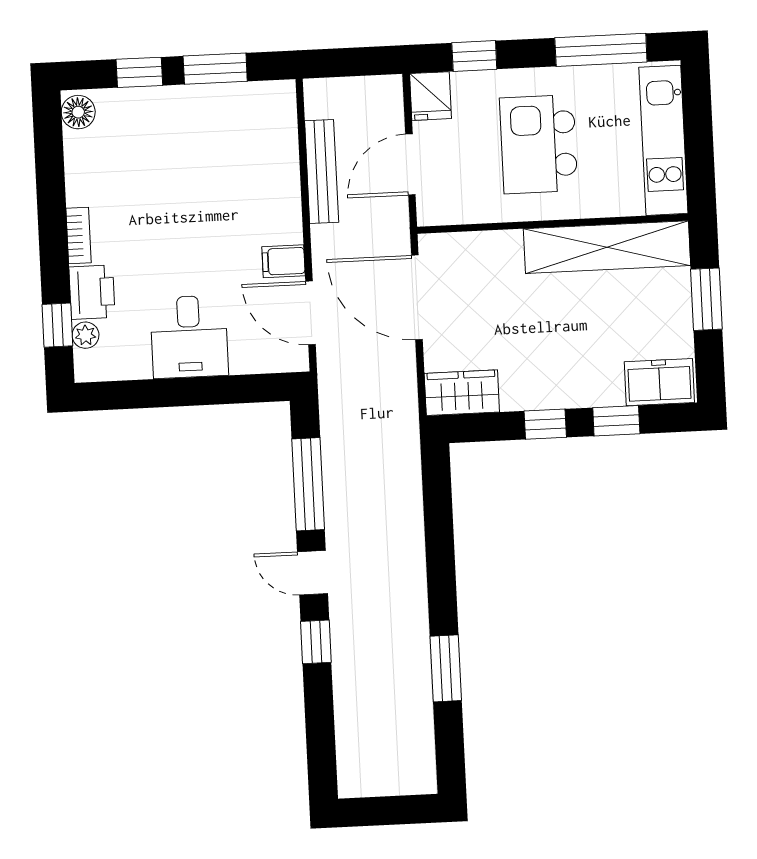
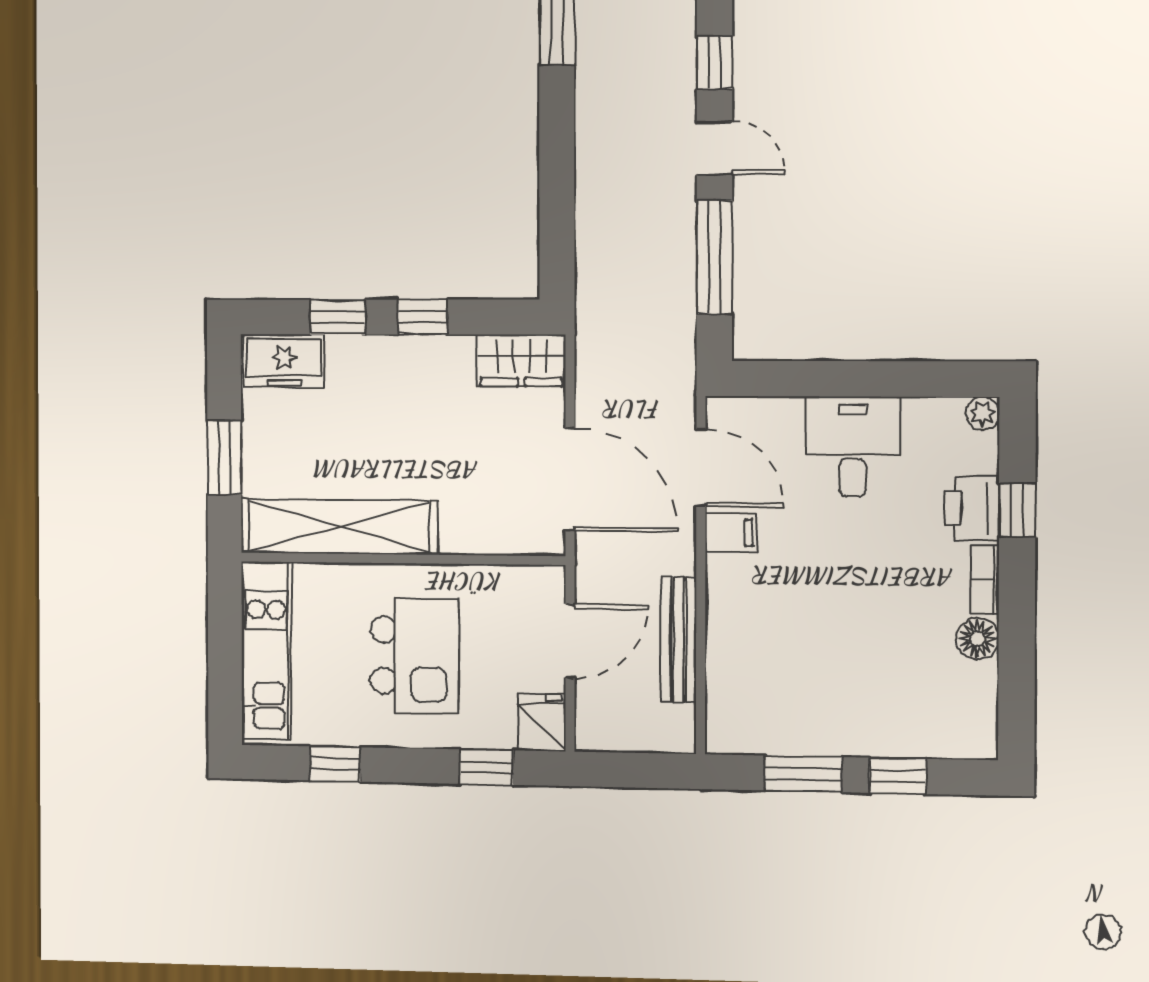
window: (601, 50) -> (335, 764), width x0.46
floor lamp: (78, 112) -> (977, 639), moved
window: (57, 325) -> (1017, 510), moved
plant: (86, 335) -> (983, 413), moved

